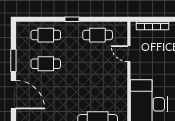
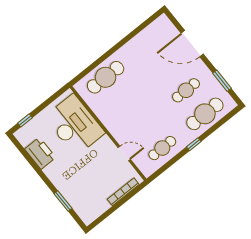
cafe table: (46, 35) -> (205, 114), width x1.37, depth x1.35
window: (13, 60) -> (222, 81), moved

